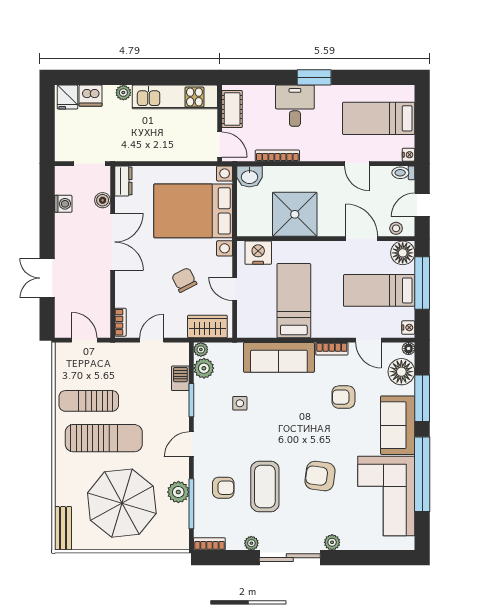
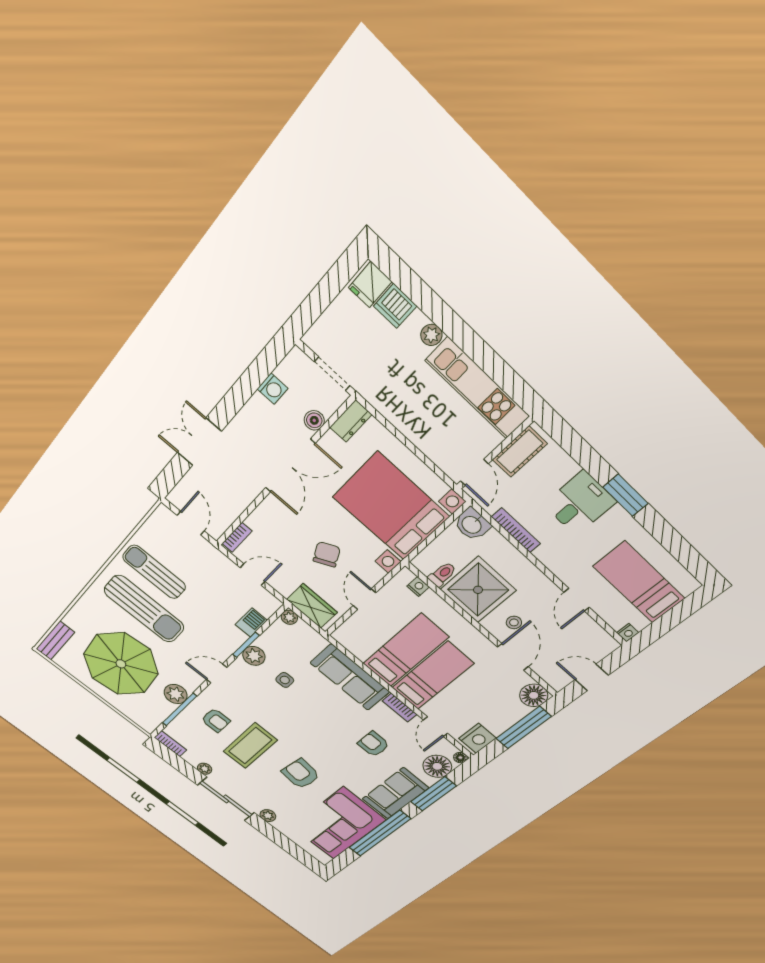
toilet: (403, 173) -> (442, 574), moved, turned 90
stool: (396, 228) -> (514, 622), moved
nightstand: (258, 253) -> (418, 587), width x0.53, depth x0.56
bed: (379, 290) -> (433, 676), moved, turned 90
nightstand: (408, 328) -> (477, 738), width x1.89, depth x1.79
plant: (204, 368) -> (254, 656), moved

